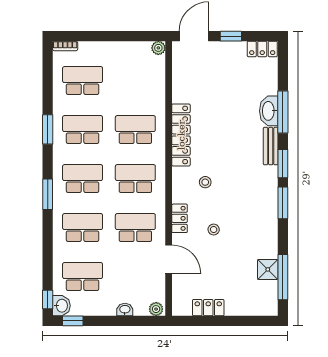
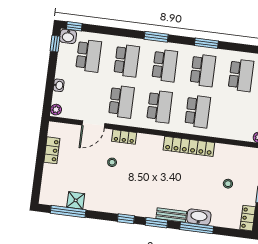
stool: (205, 182) -> (228, 184), moved
window: (283, 203) -> (126, 219), width x0.67

